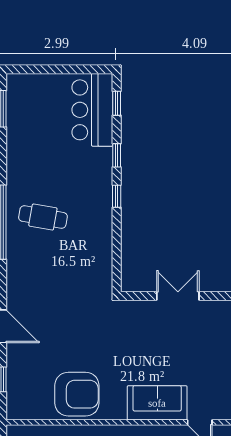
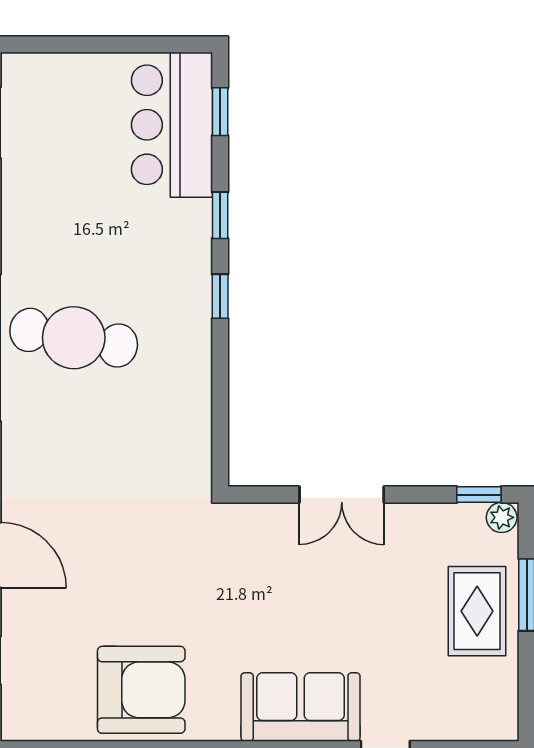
cafe table: (43, 217) -> (74, 338), width x1.37, depth x1.35
double door: (178, 296) -> (342, 495), swing flipped

